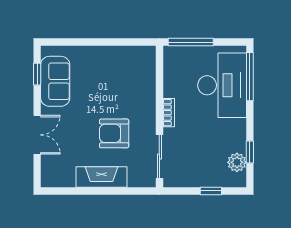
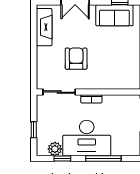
window: (250, 77) -> (103, 159), moved
desk: (222, 85) -> (87, 138), moved
fireplace: (101, 177) -> (44, 27), moved

